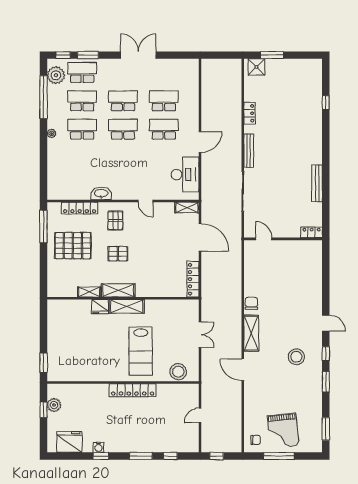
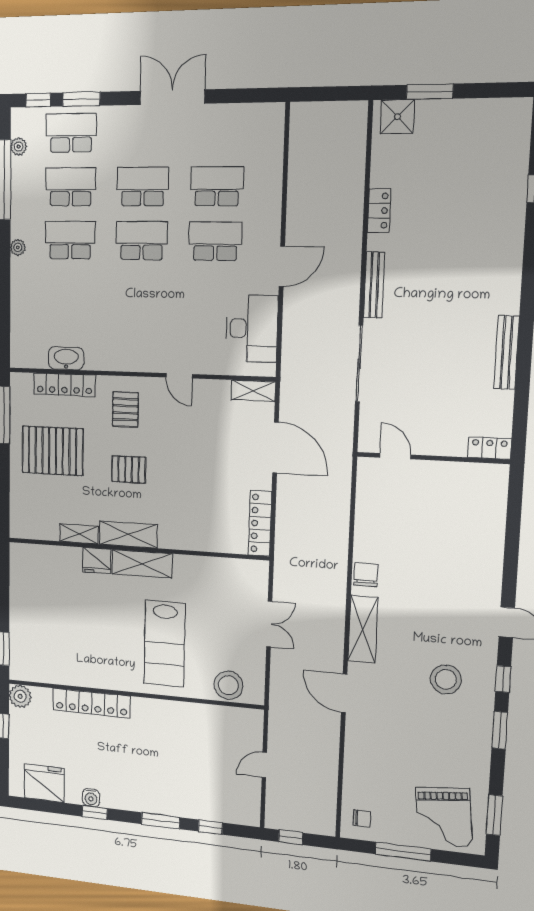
plant: (56, 75) -> (19, 147), width x0.53, depth x0.53
washbasin: (101, 194) -> (66, 358), moved
locker: (133, 390) -> (92, 703), moved
plant: (54, 405) -> (20, 696), moved
grand piano: (283, 431) -> (444, 817), moved

